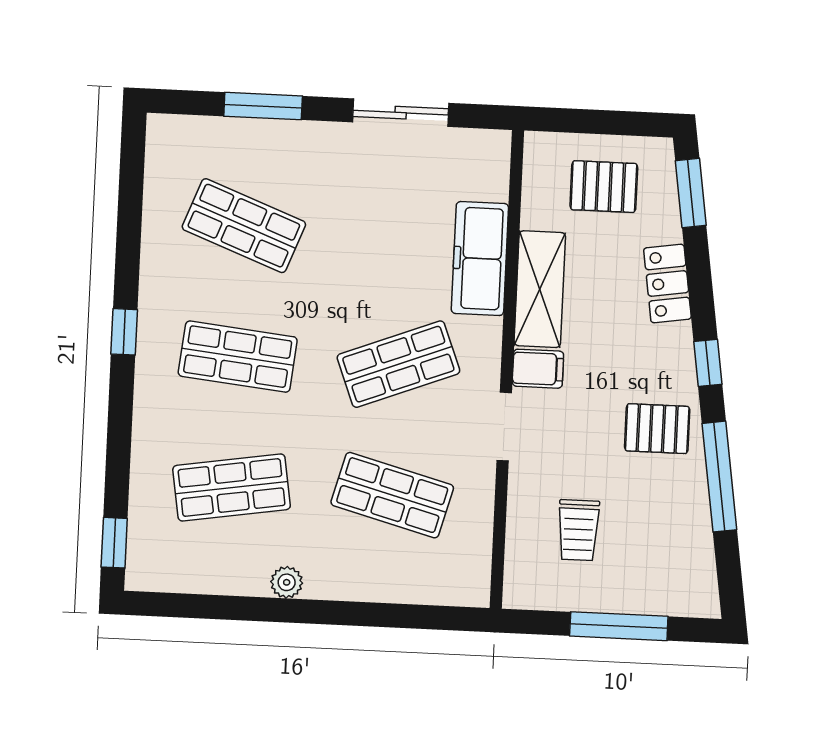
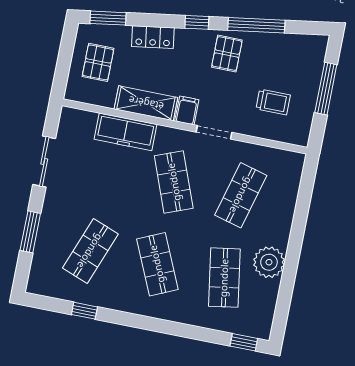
window: (124, 332) -> (84, 311), moved
shop shelf: (238, 357) -> (157, 264), turned -30
plant: (287, 582) -> (269, 262), width x1.87, depth x1.87

